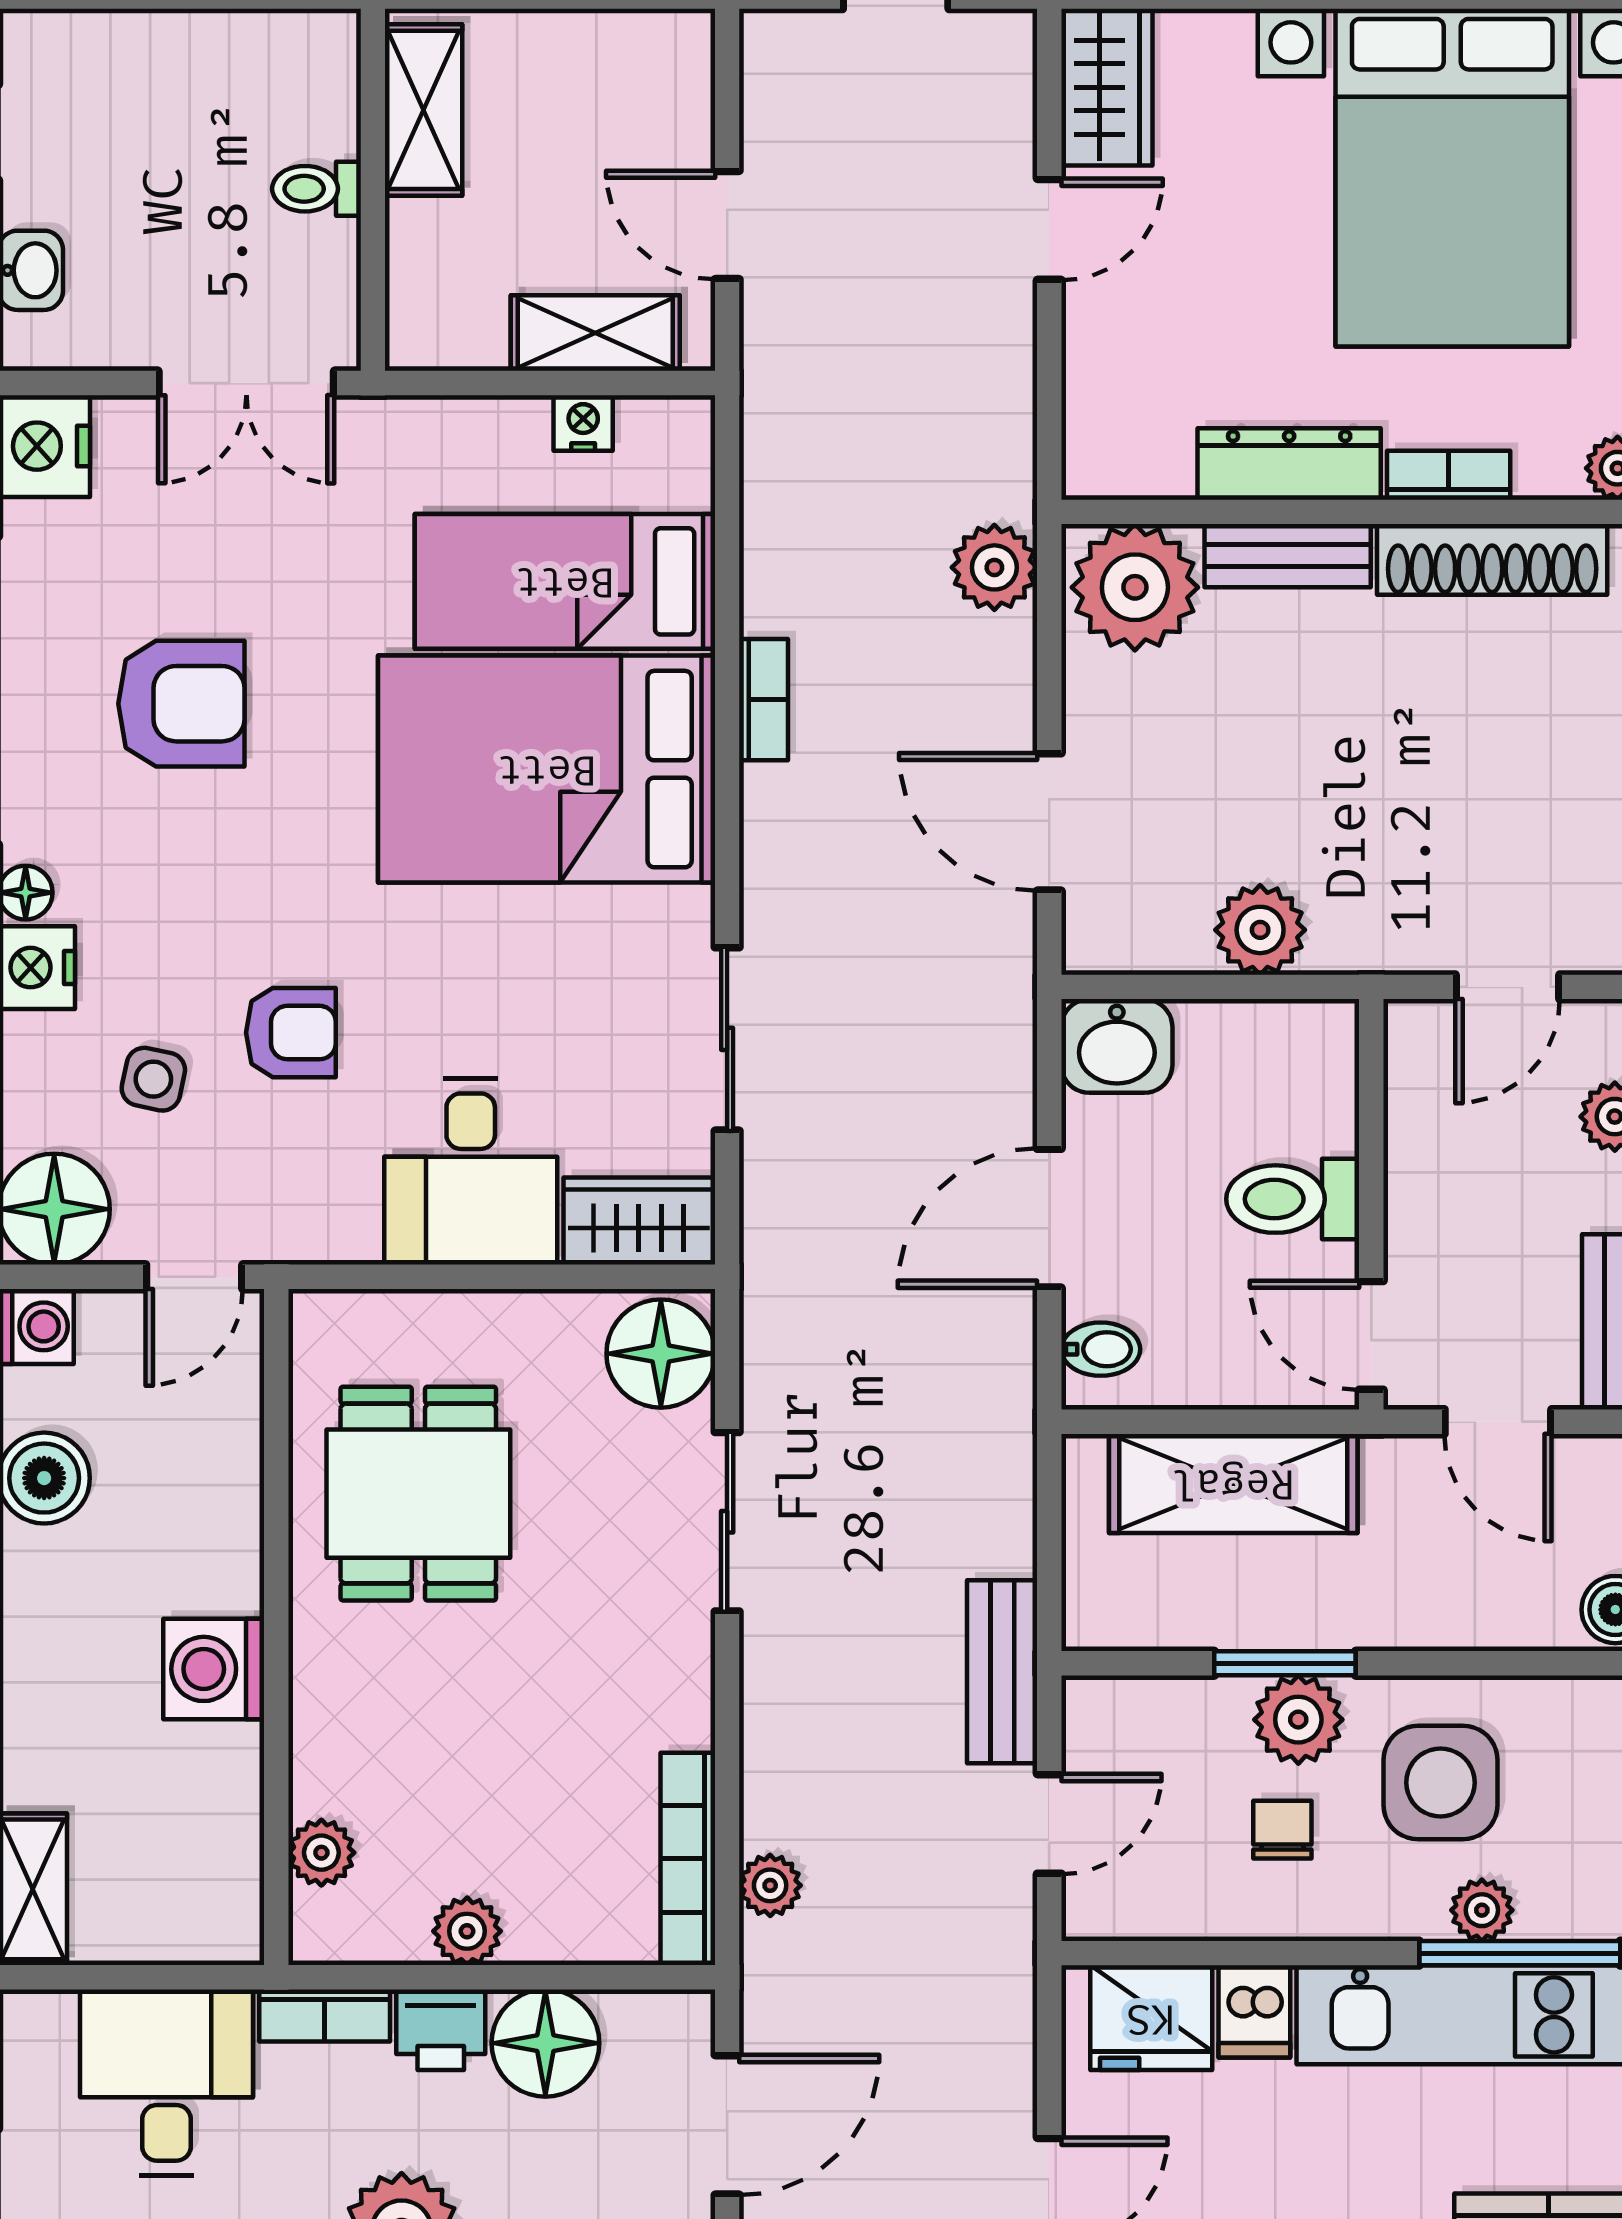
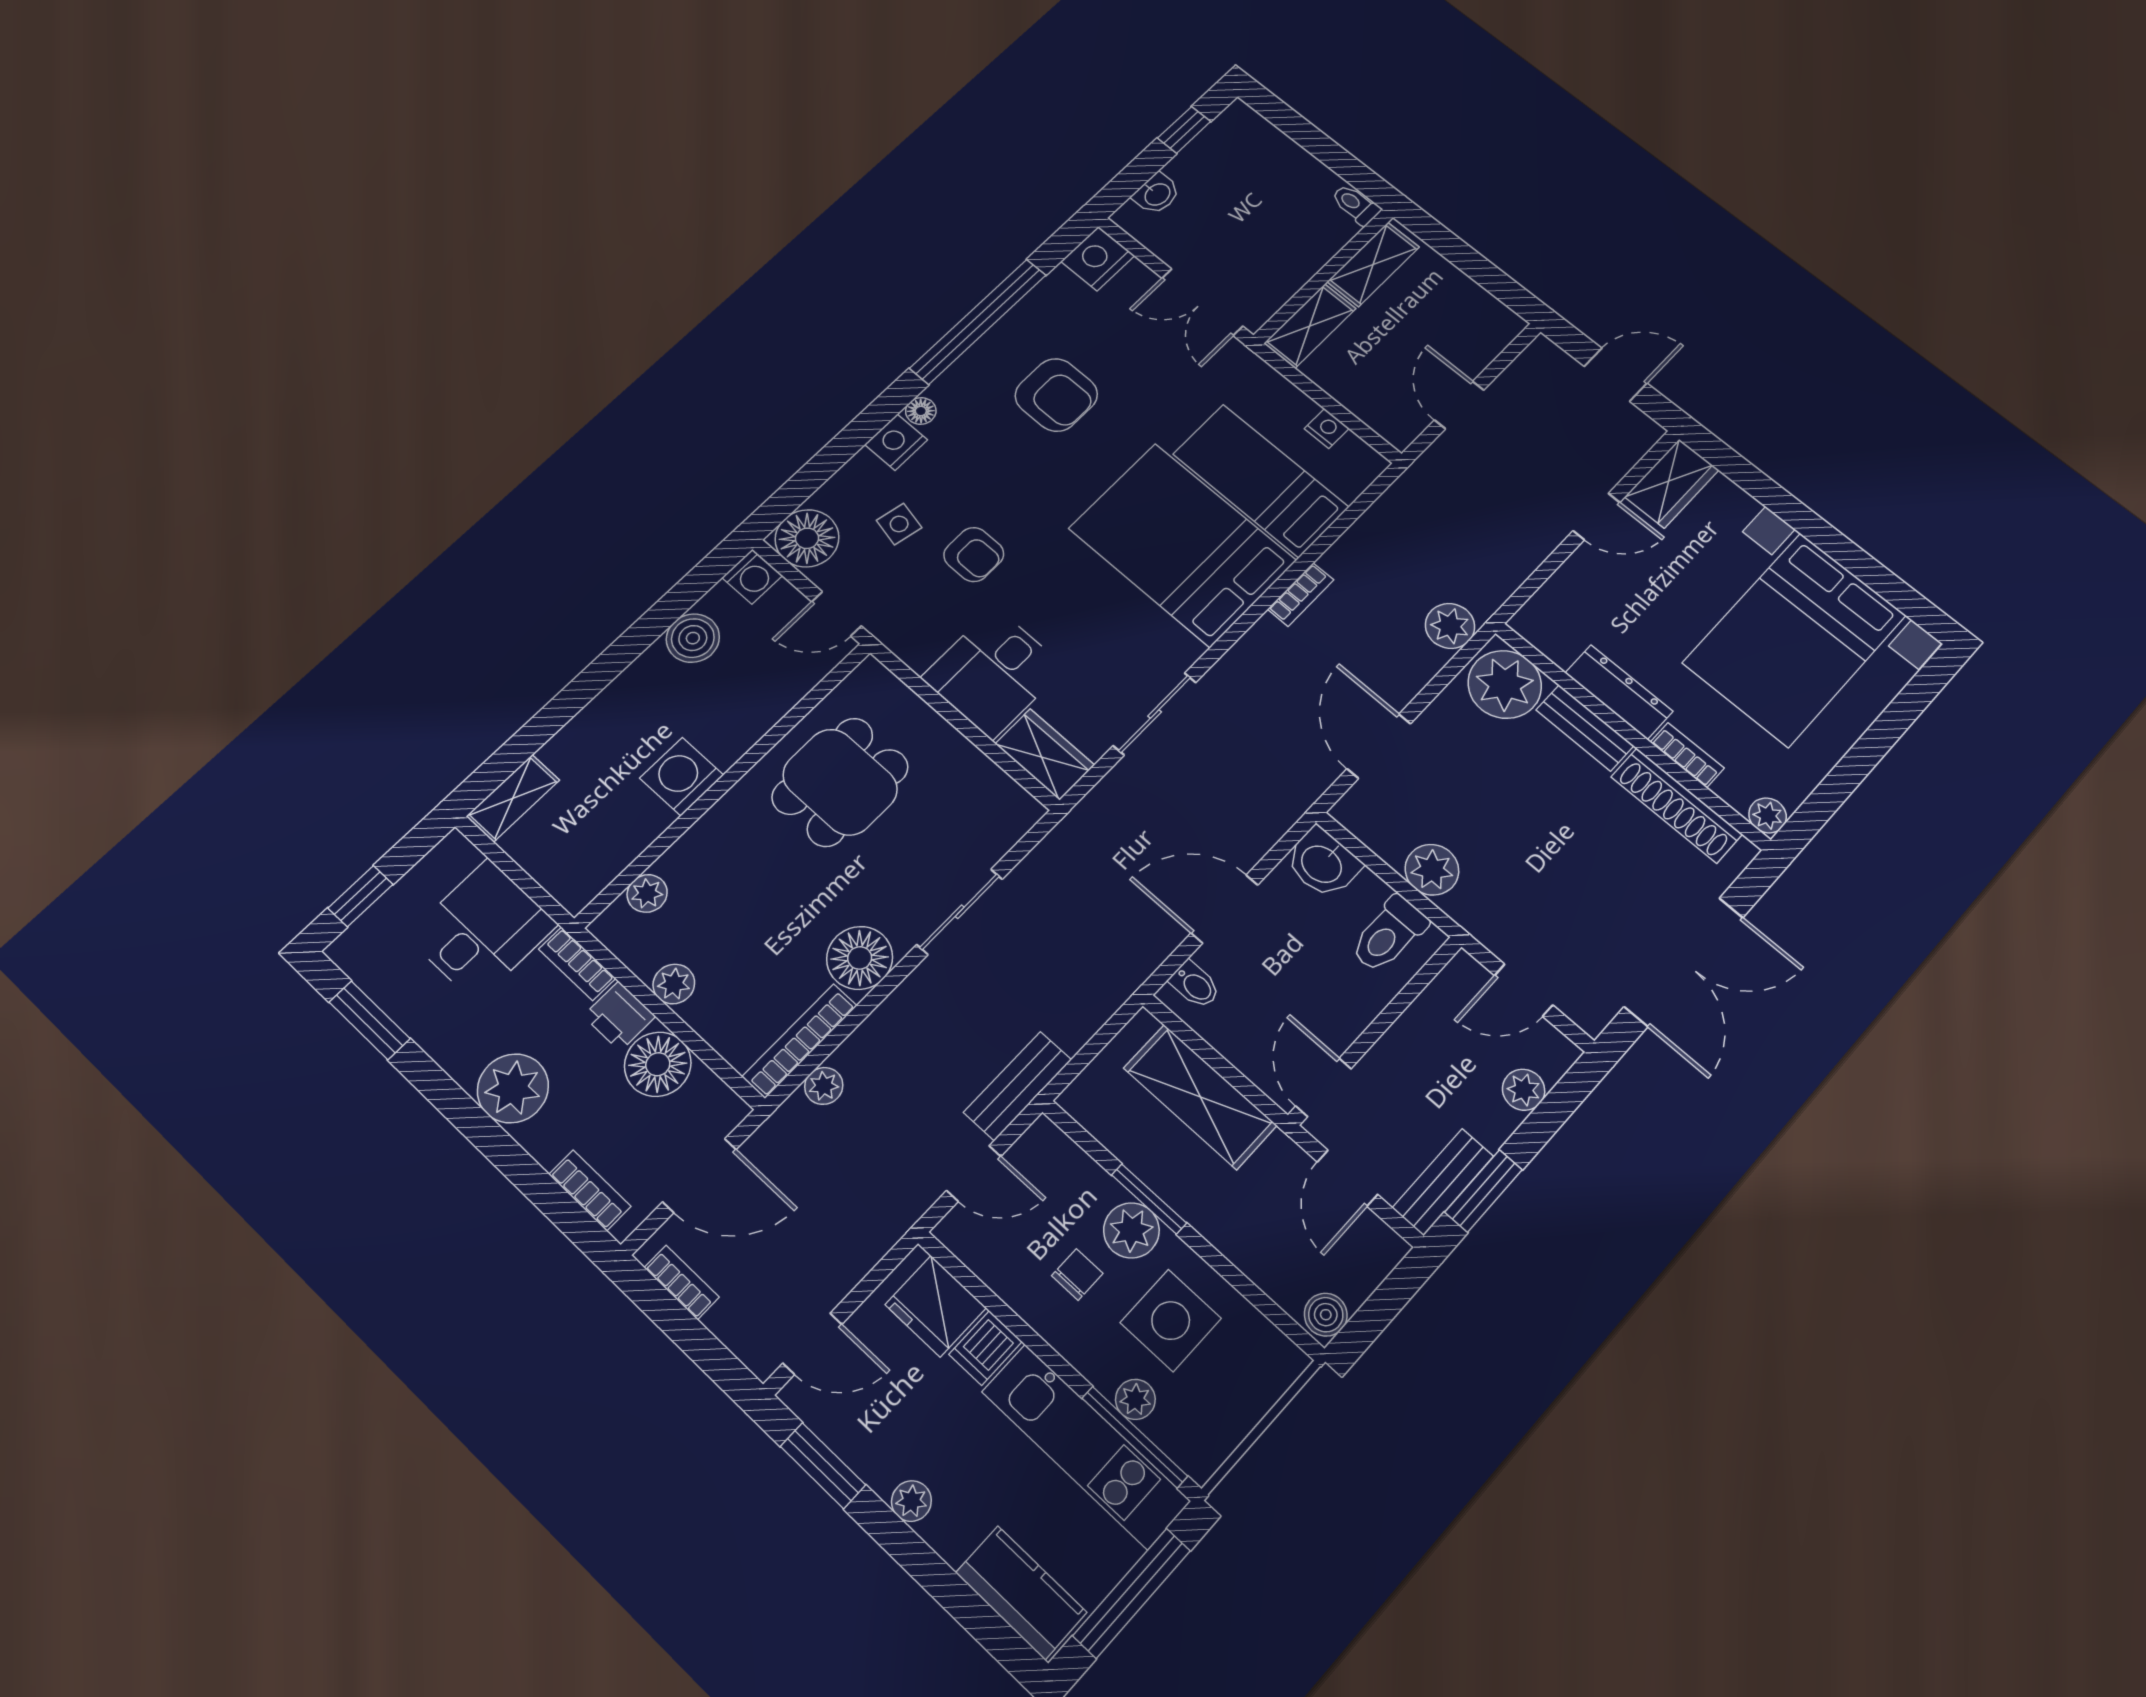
toilet: (317, 189) -> (1356, 205), moved
shelving: (595, 333) -> (1310, 326), moved, turned 90
toilet: (1293, 1199) -> (1389, 934), moved, turned -90
floor lamp: (661, 1354) -> (860, 958), moved

